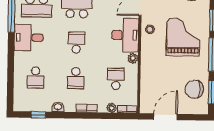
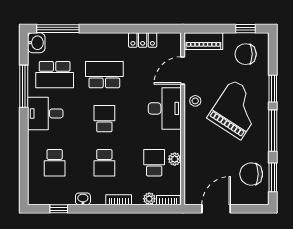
grand piano: (183, 37) -> (236, 110), turned 33
plant: (133, 58) -> (175, 159), moved

